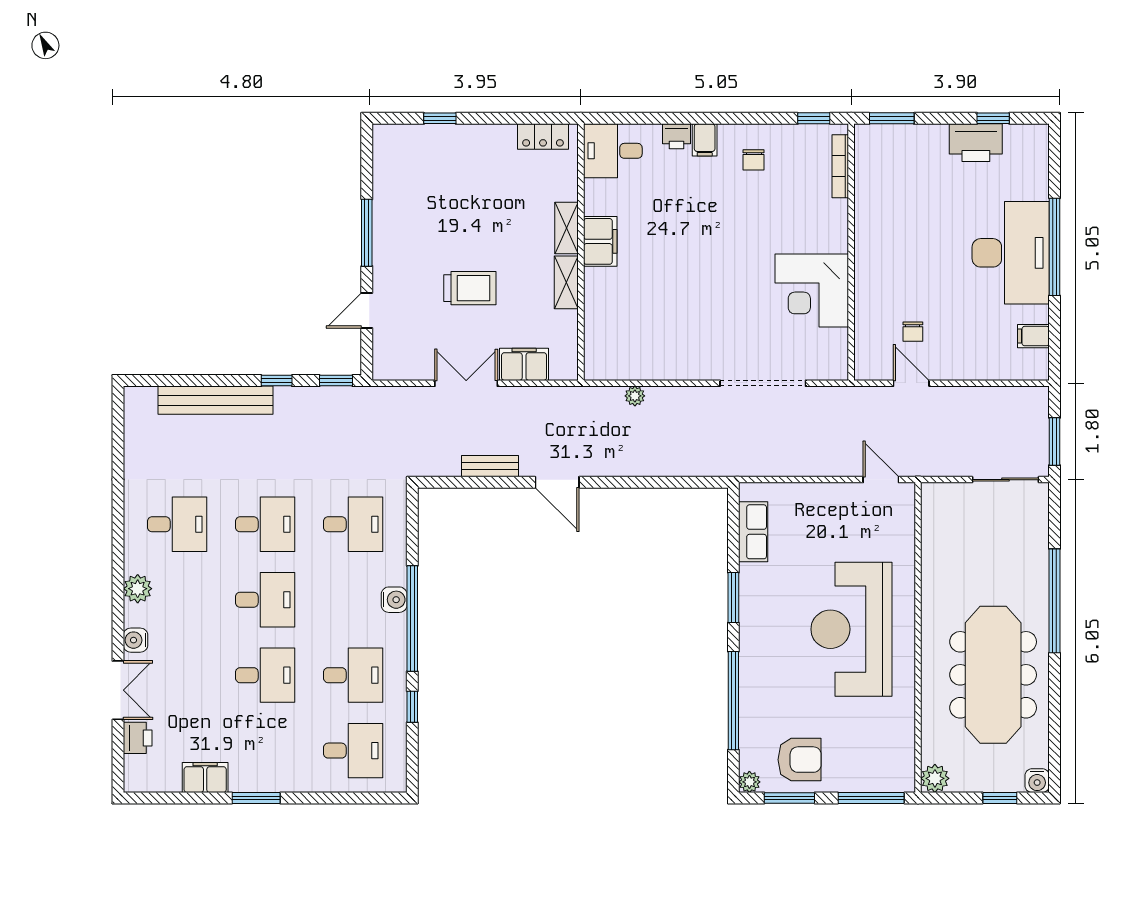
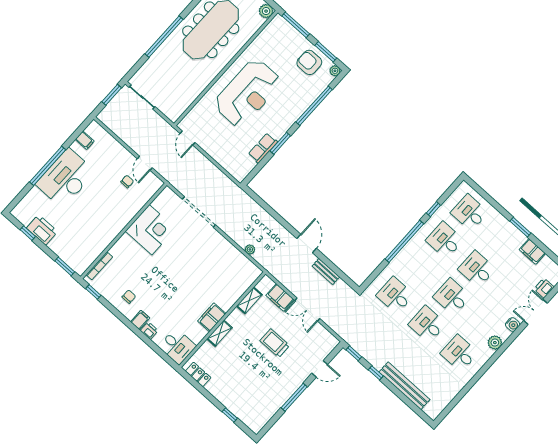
shelving: (566, 282) -> (249, 300), moved
row of seats: (753, 532) -> (263, 148), moved
water cooler: (394, 600) -> (405, 254), removed

